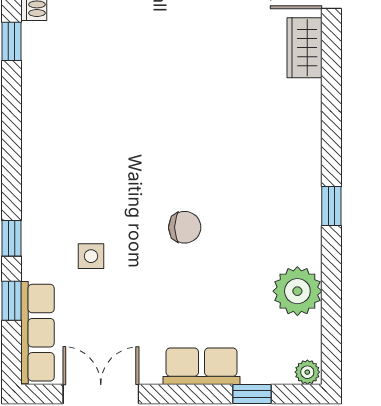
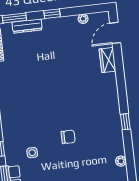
plant: (297, 291) -> (121, 161), width x0.53, depth x0.53

